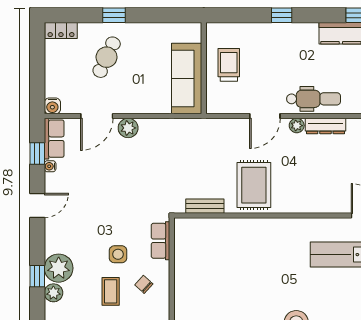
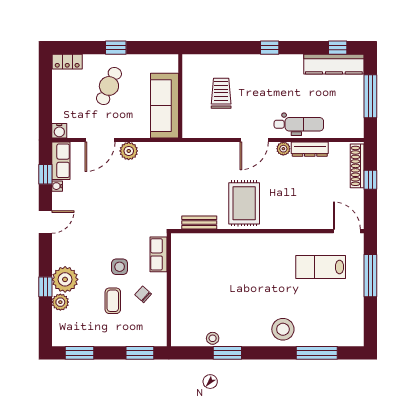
wall: (204, 68) -> (180, 96), moved
sofa: (187, 78) -> (164, 106), moved

